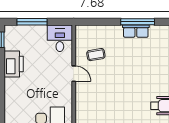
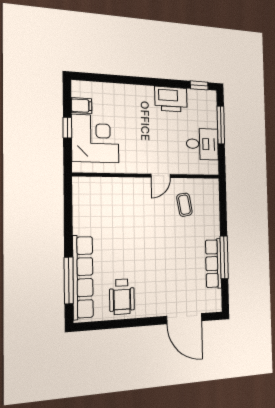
row of seats: (136, 31) -> (213, 264), width x1.48
desk: (60, 38) -> (202, 144), moved

